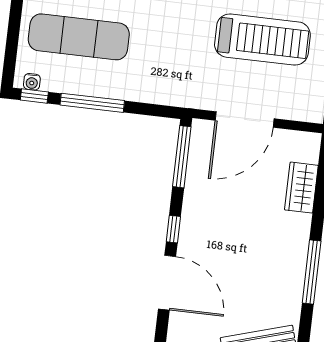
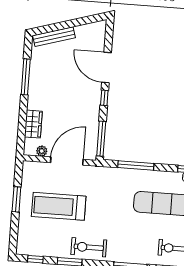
window: (92, 103) -> (136, 165), moved
plant: (288, 139) -> (42, 151), added

